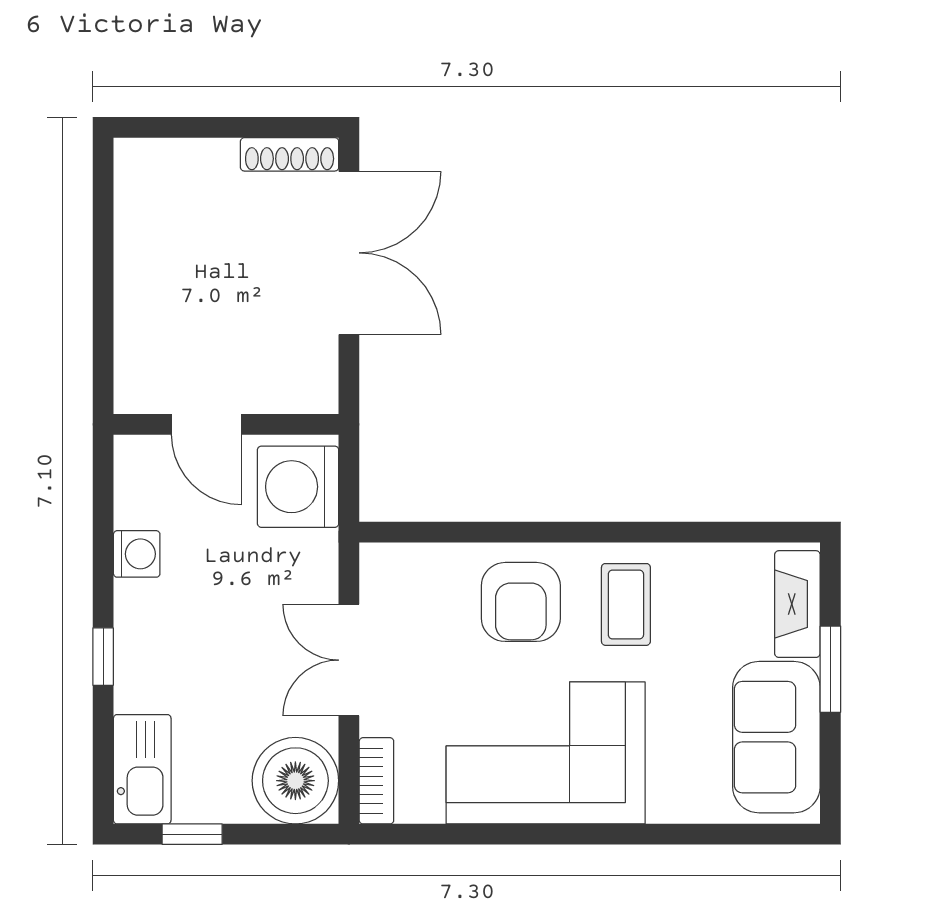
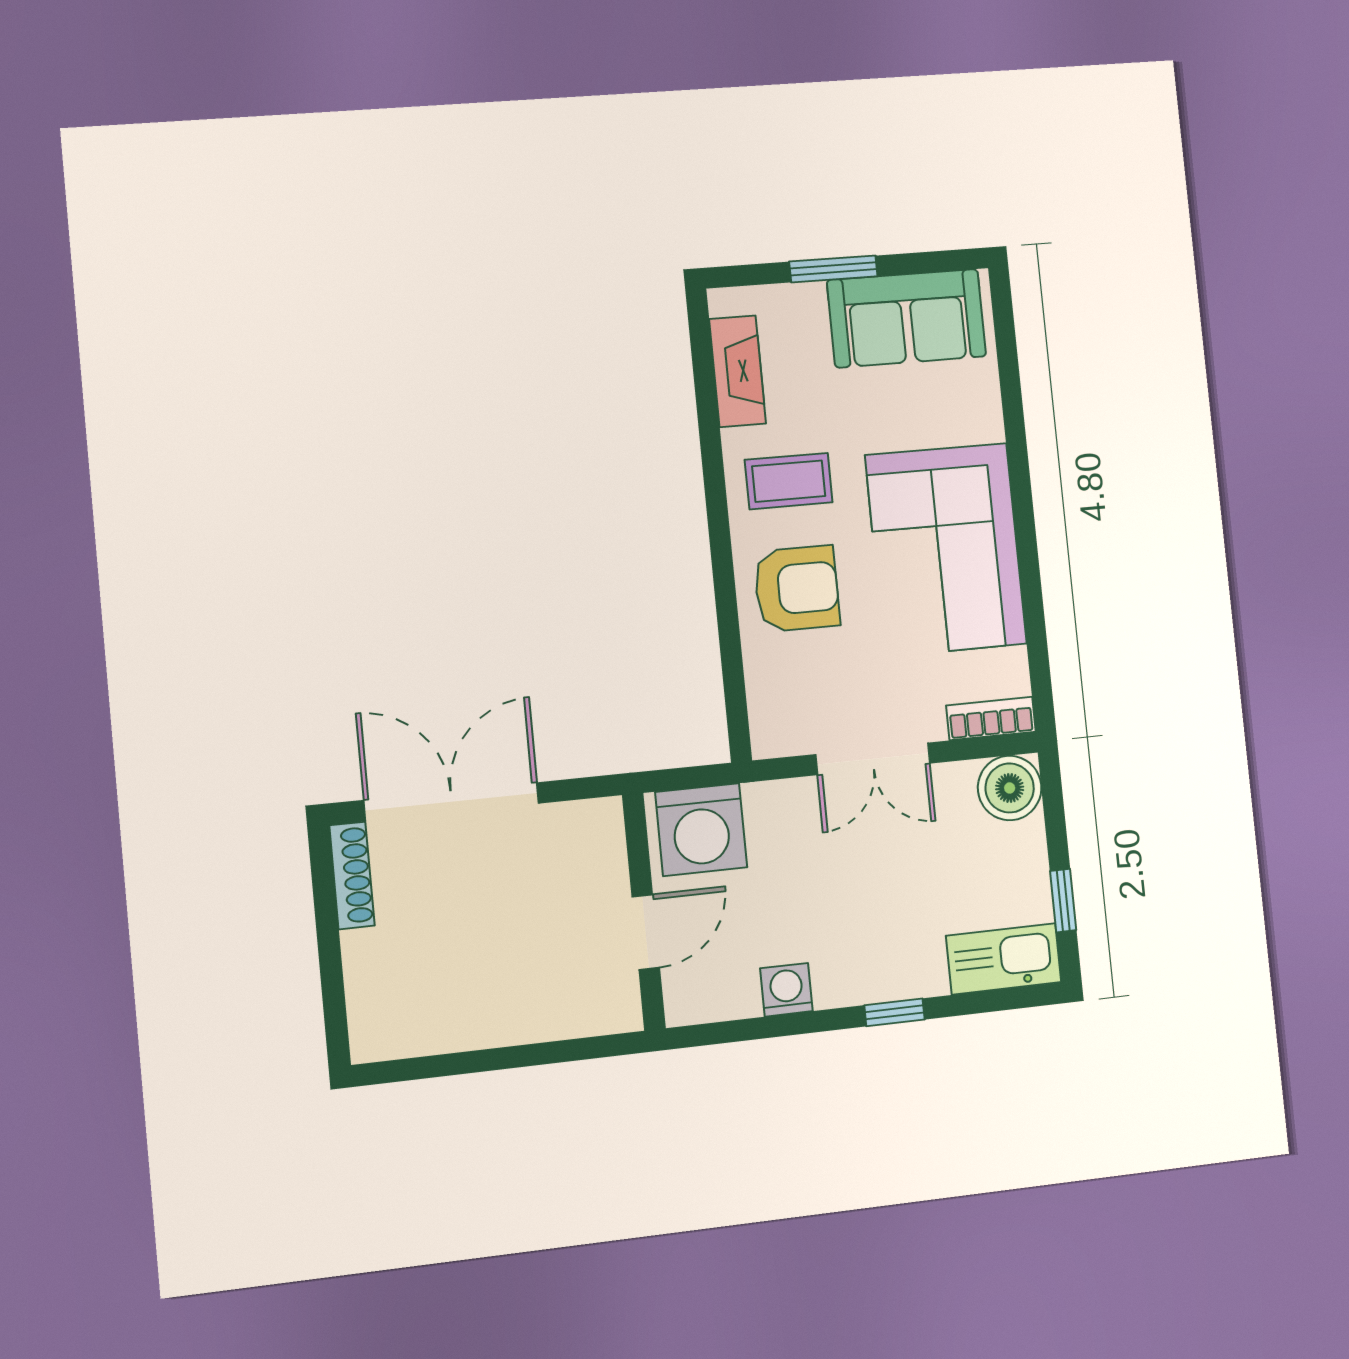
fireplace: (797, 604) -> (738, 371), moved, turned -90
boiler: (295, 781) -> (1010, 788), width x0.73, depth x0.73

